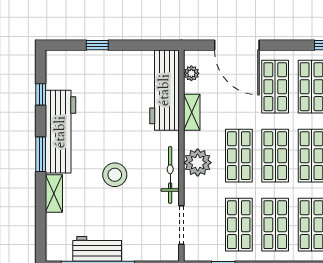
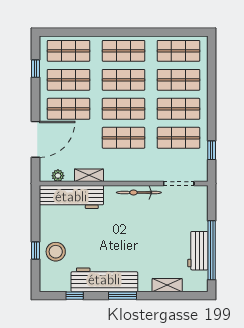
plant: (198, 163) -> (129, 171), removed
stool: (115, 175) -> (56, 252), moved
shelving: (54, 194) -> (167, 285), moved

